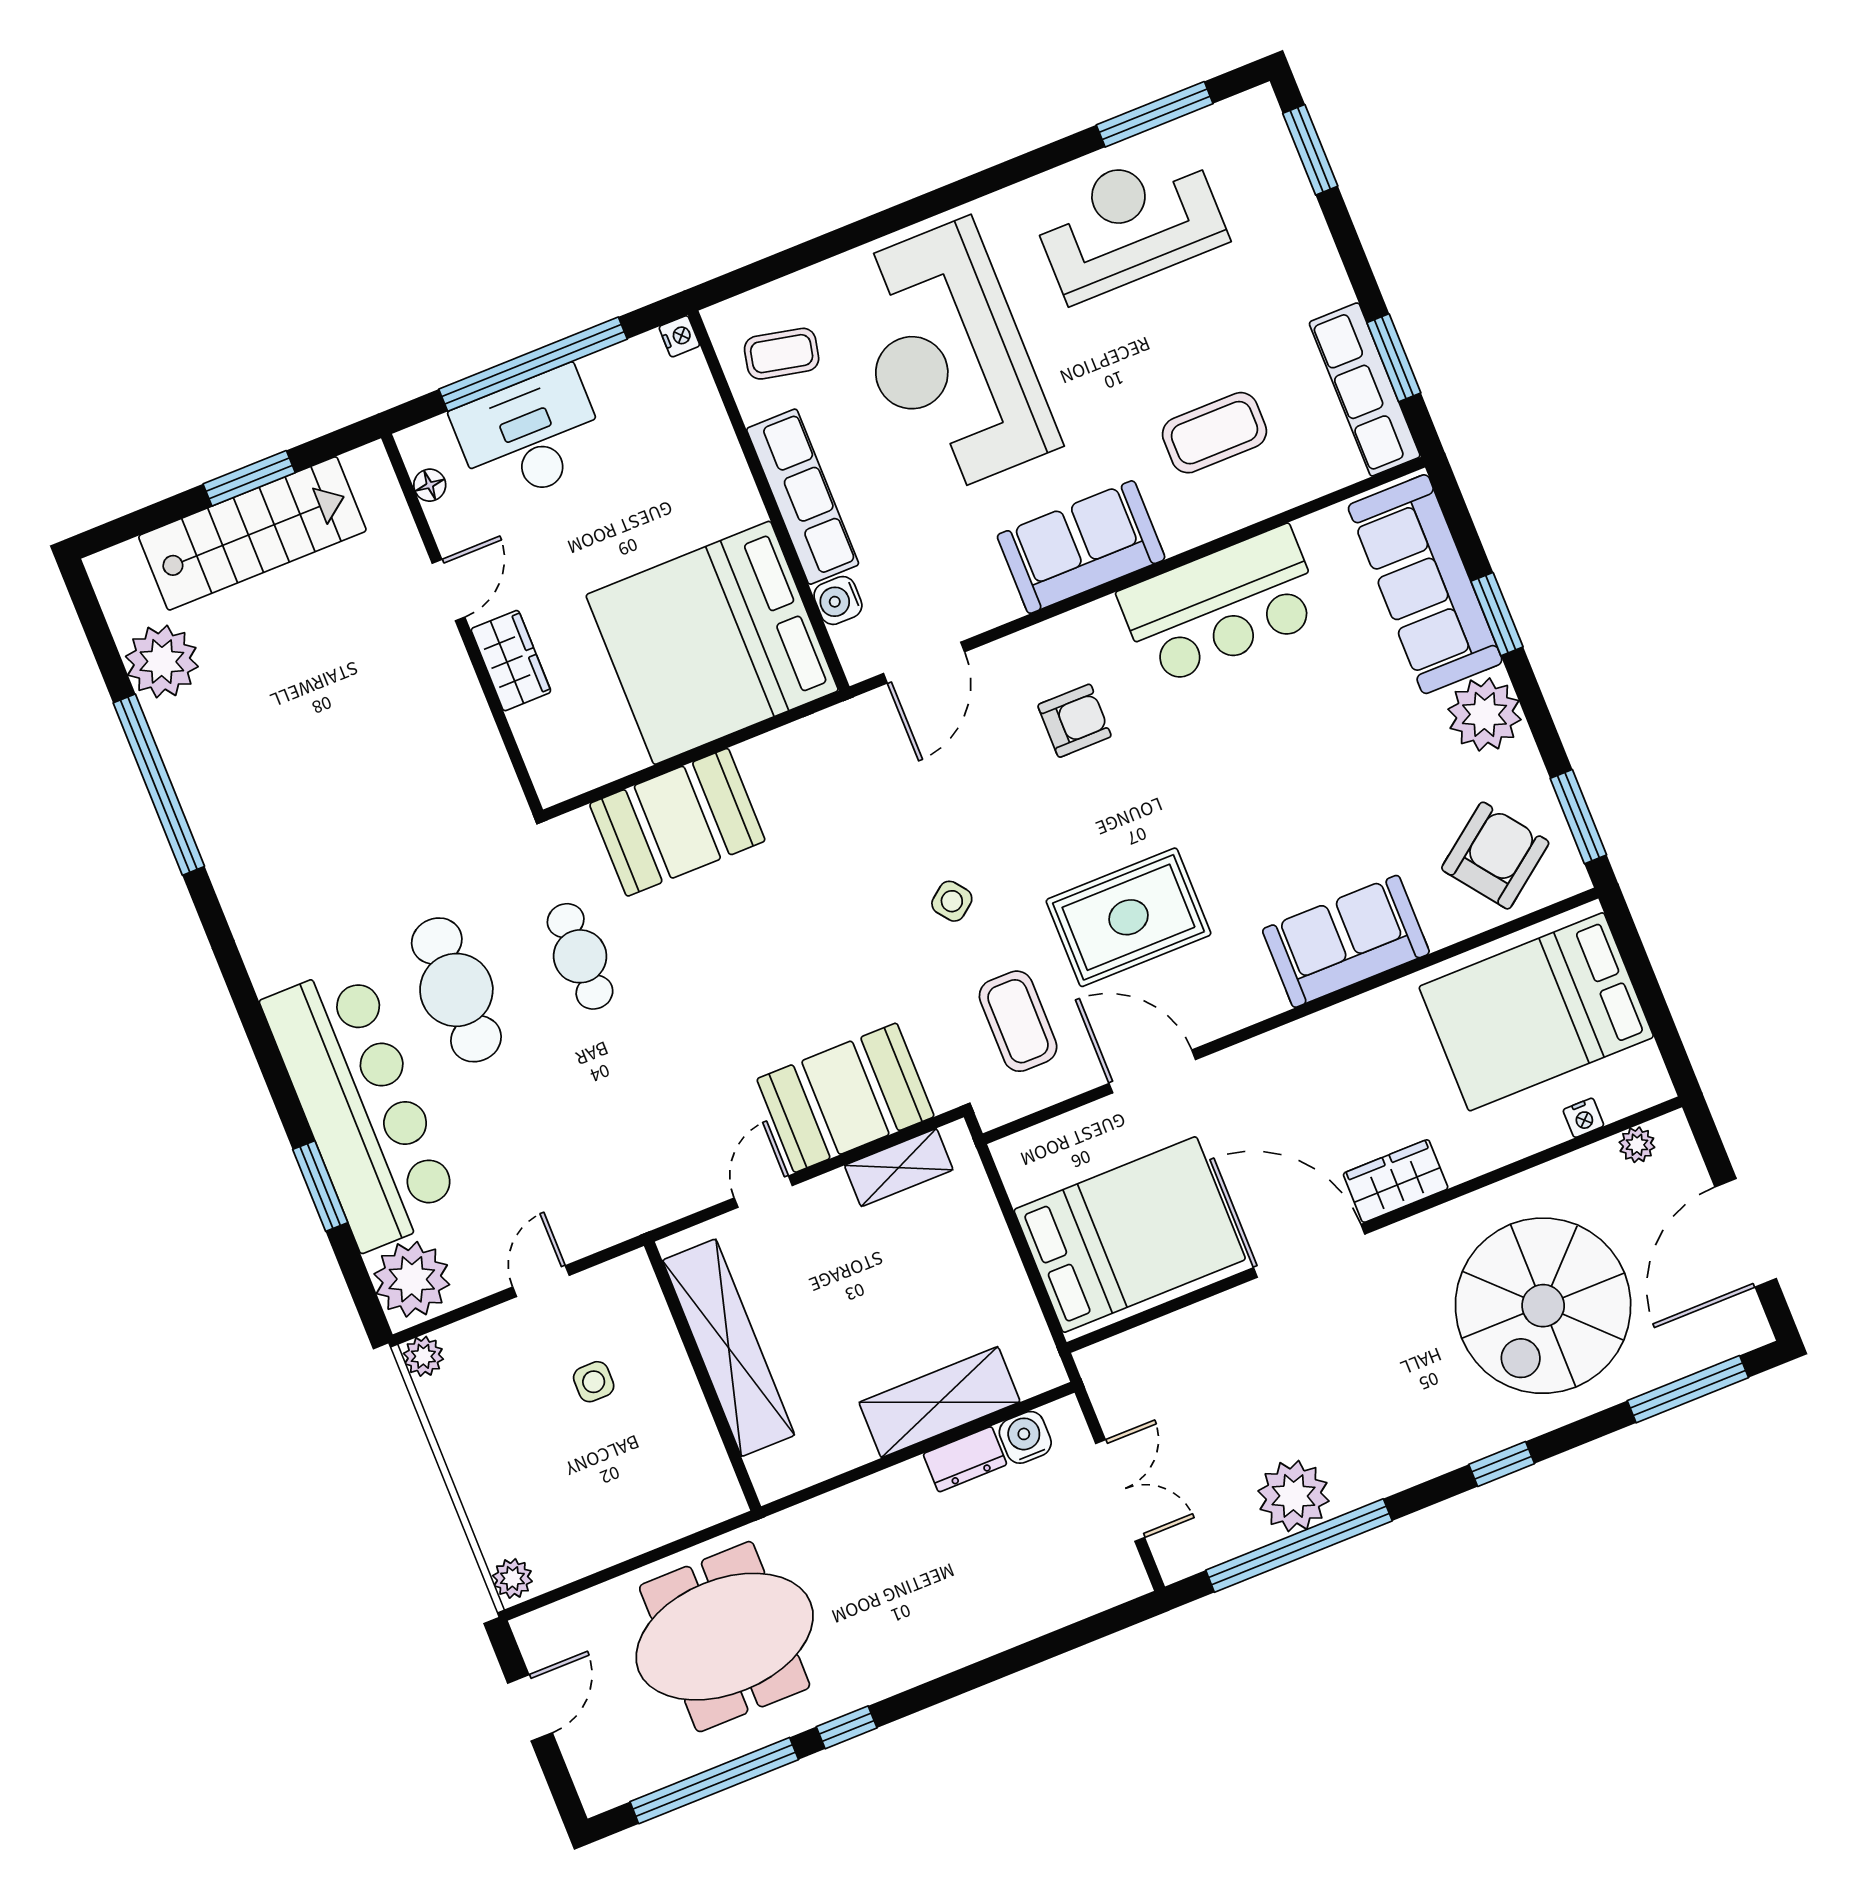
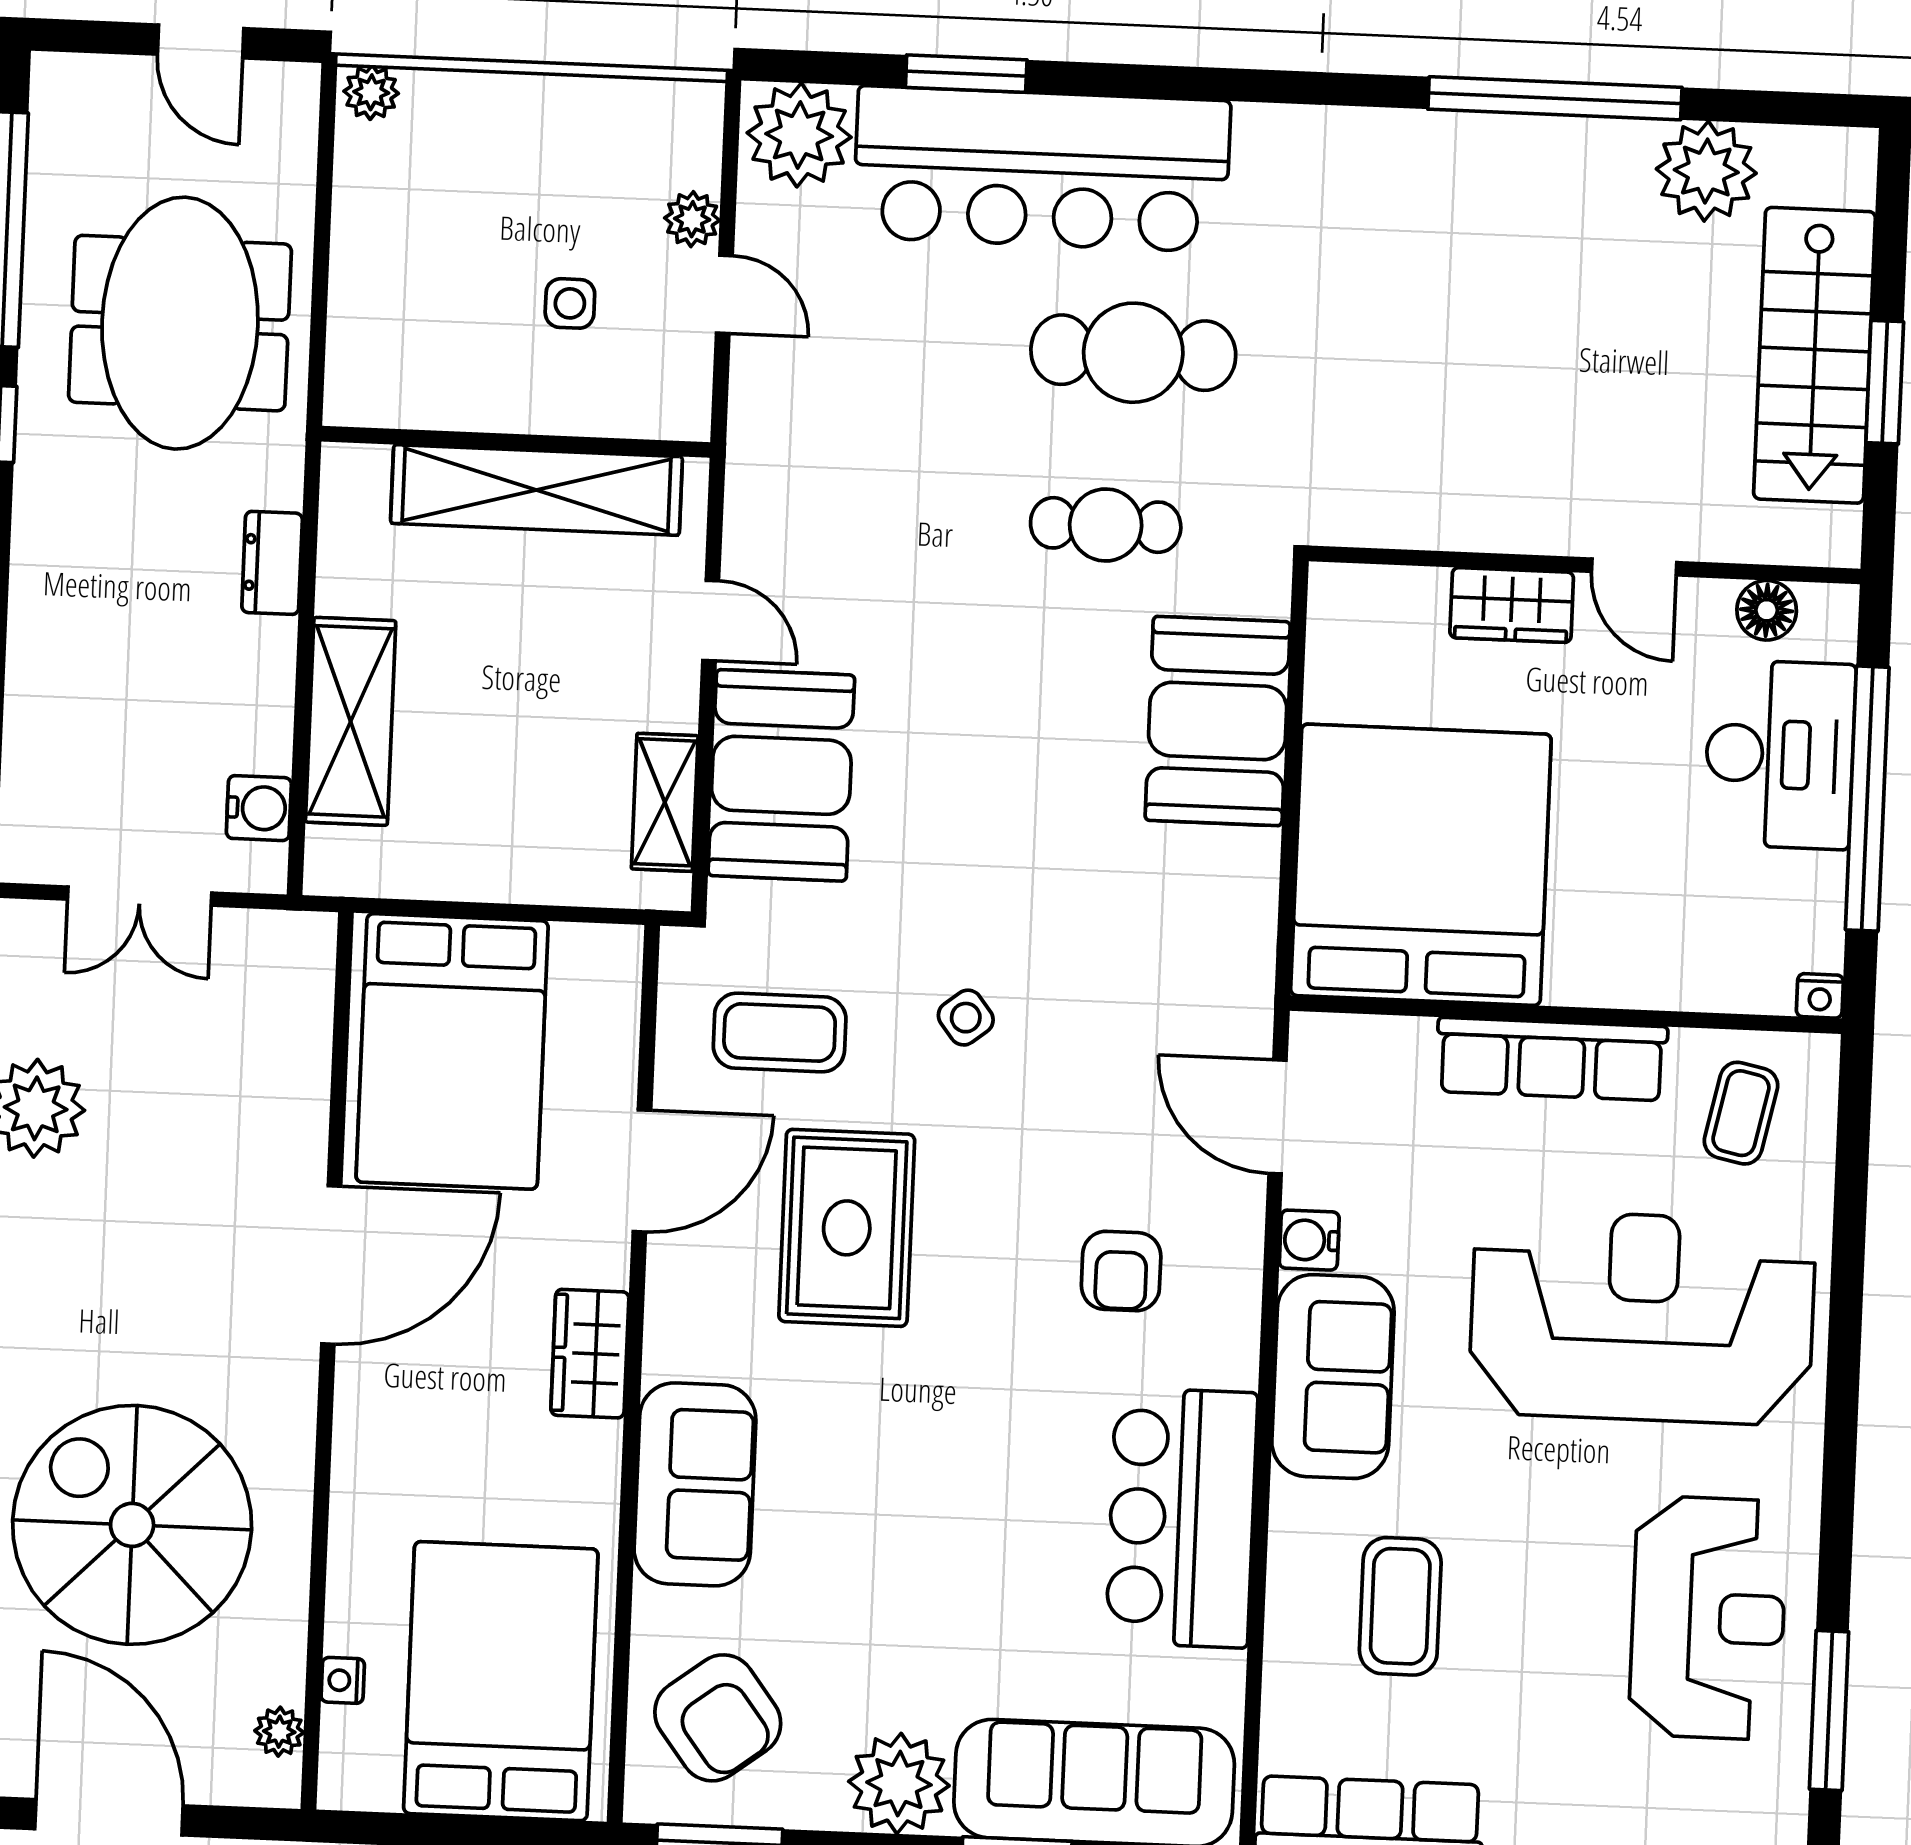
floor lamp: (430, 485) -> (1767, 610), width x1.37, depth x1.37
water cooler: (838, 600) -> (1309, 1240), moved, turned -90
wardrobe: (1396, 1181) -> (590, 1354), moved, turned 180
plant: (423, 1356) -> (692, 219), moved
dresser: (965, 1459) -> (272, 563), moved

